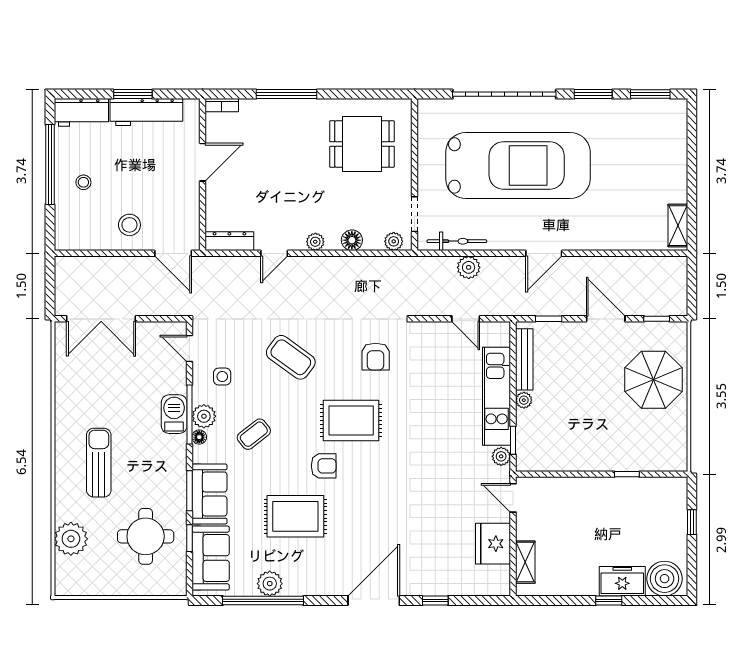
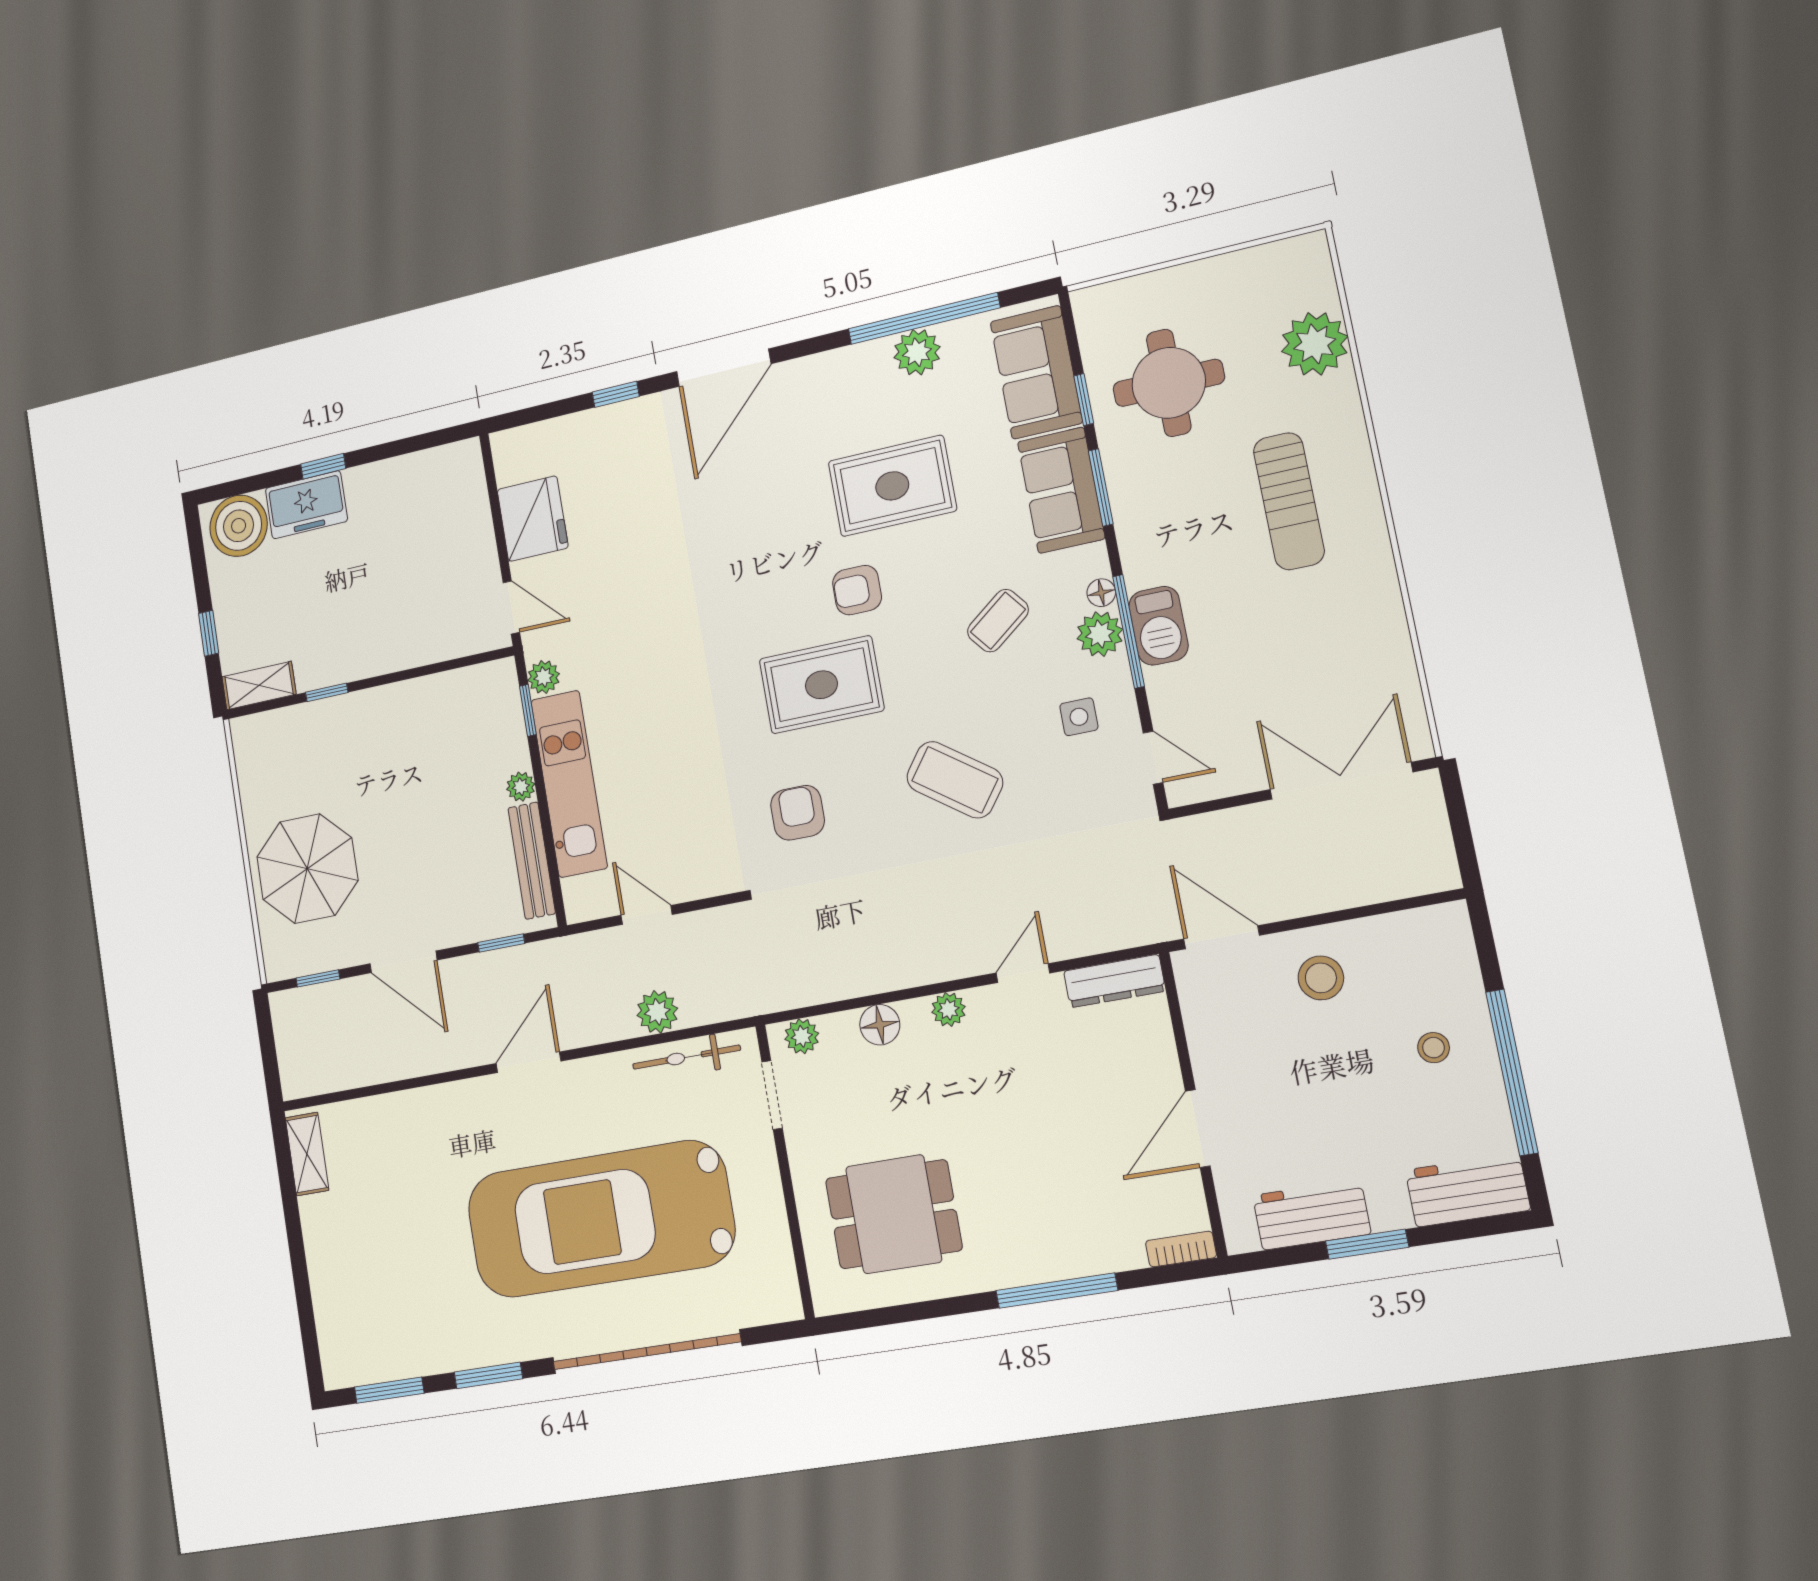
workbench: (146, 112) -> (1312, 1215), width x0.73
shelving: (525, 562) -> (259, 686), moved, turned 90

